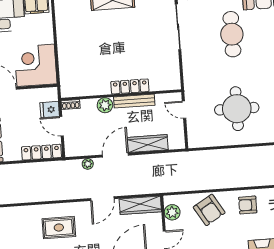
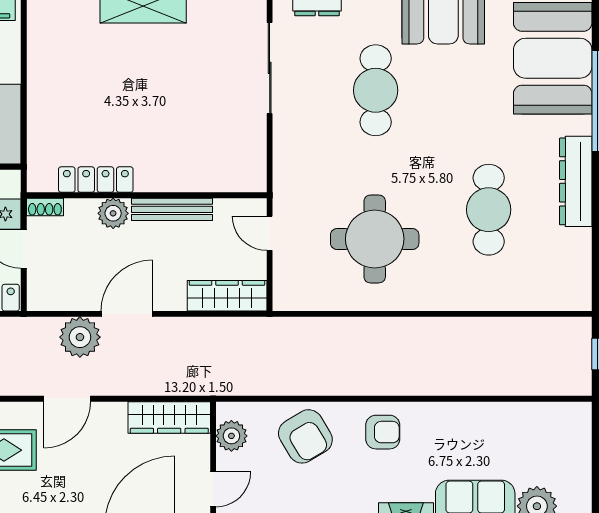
locker: (130, 86) -> (96, 180), moved
wardrobe: (148, 144) -> (227, 296), moved
plant: (88, 164) -> (80, 337), width x1.88, depth x1.88
door: (102, 199) -> (67, 399), moved
armchair: (248, 205) -> (383, 432), turned 180

